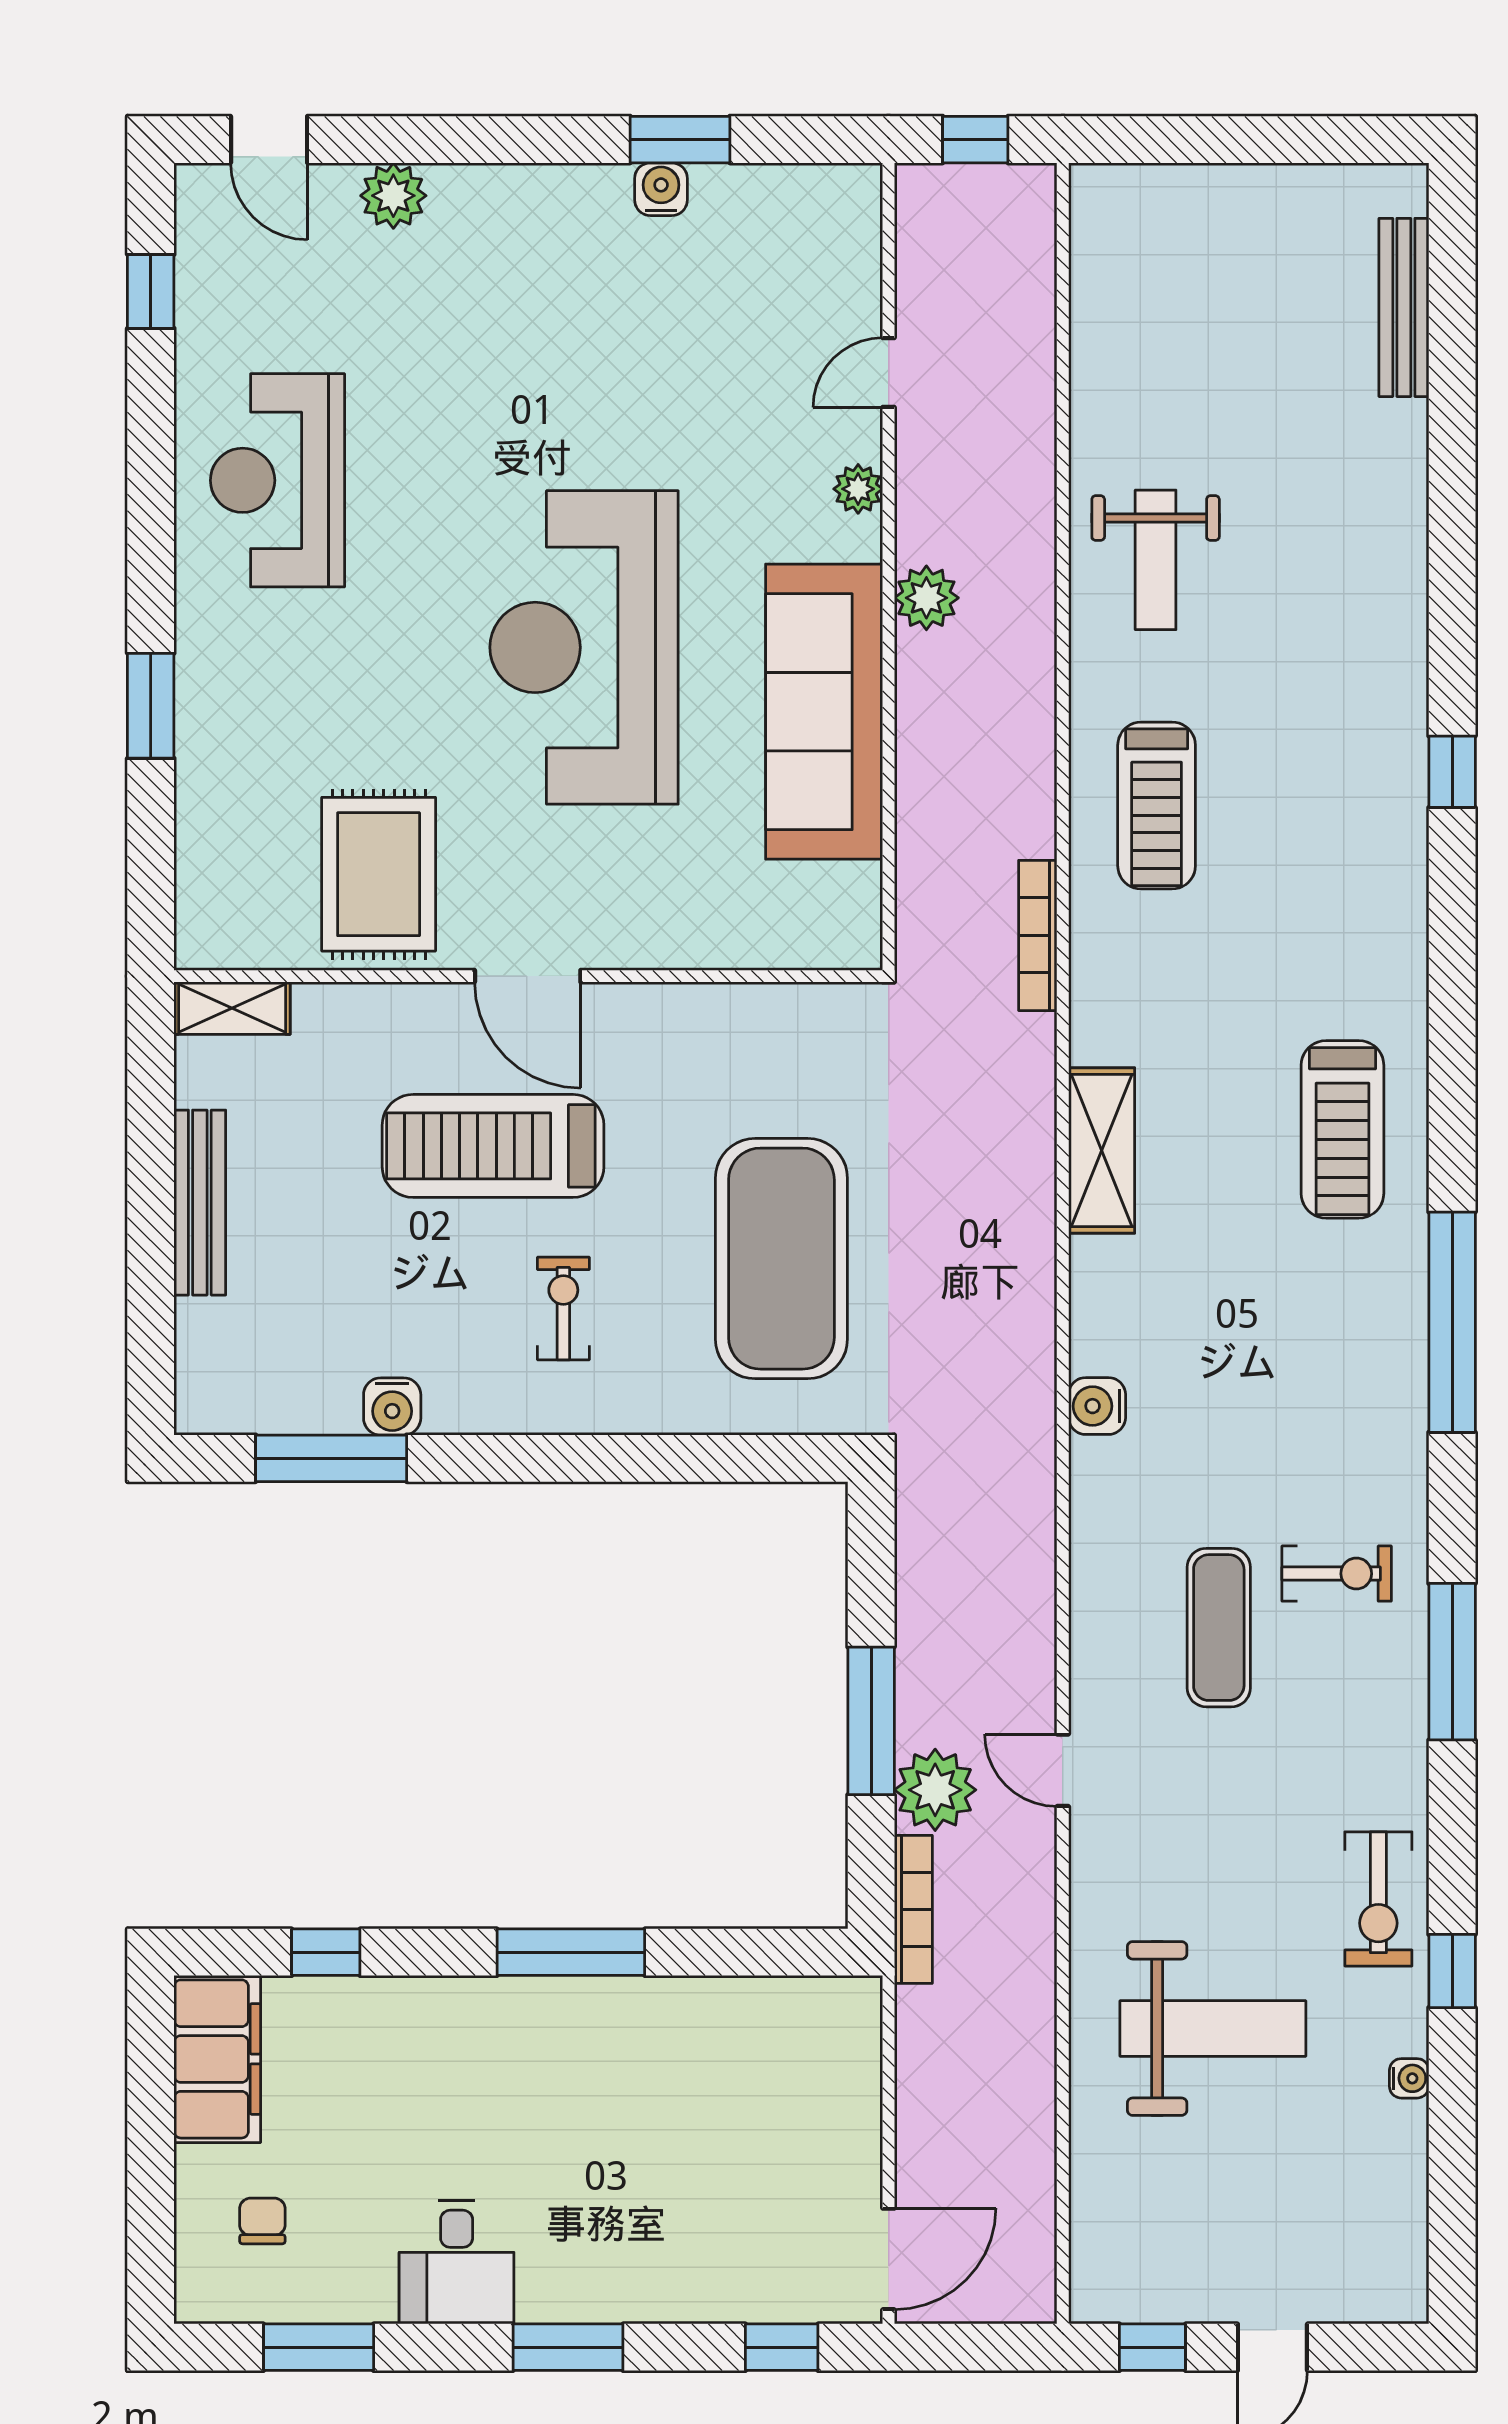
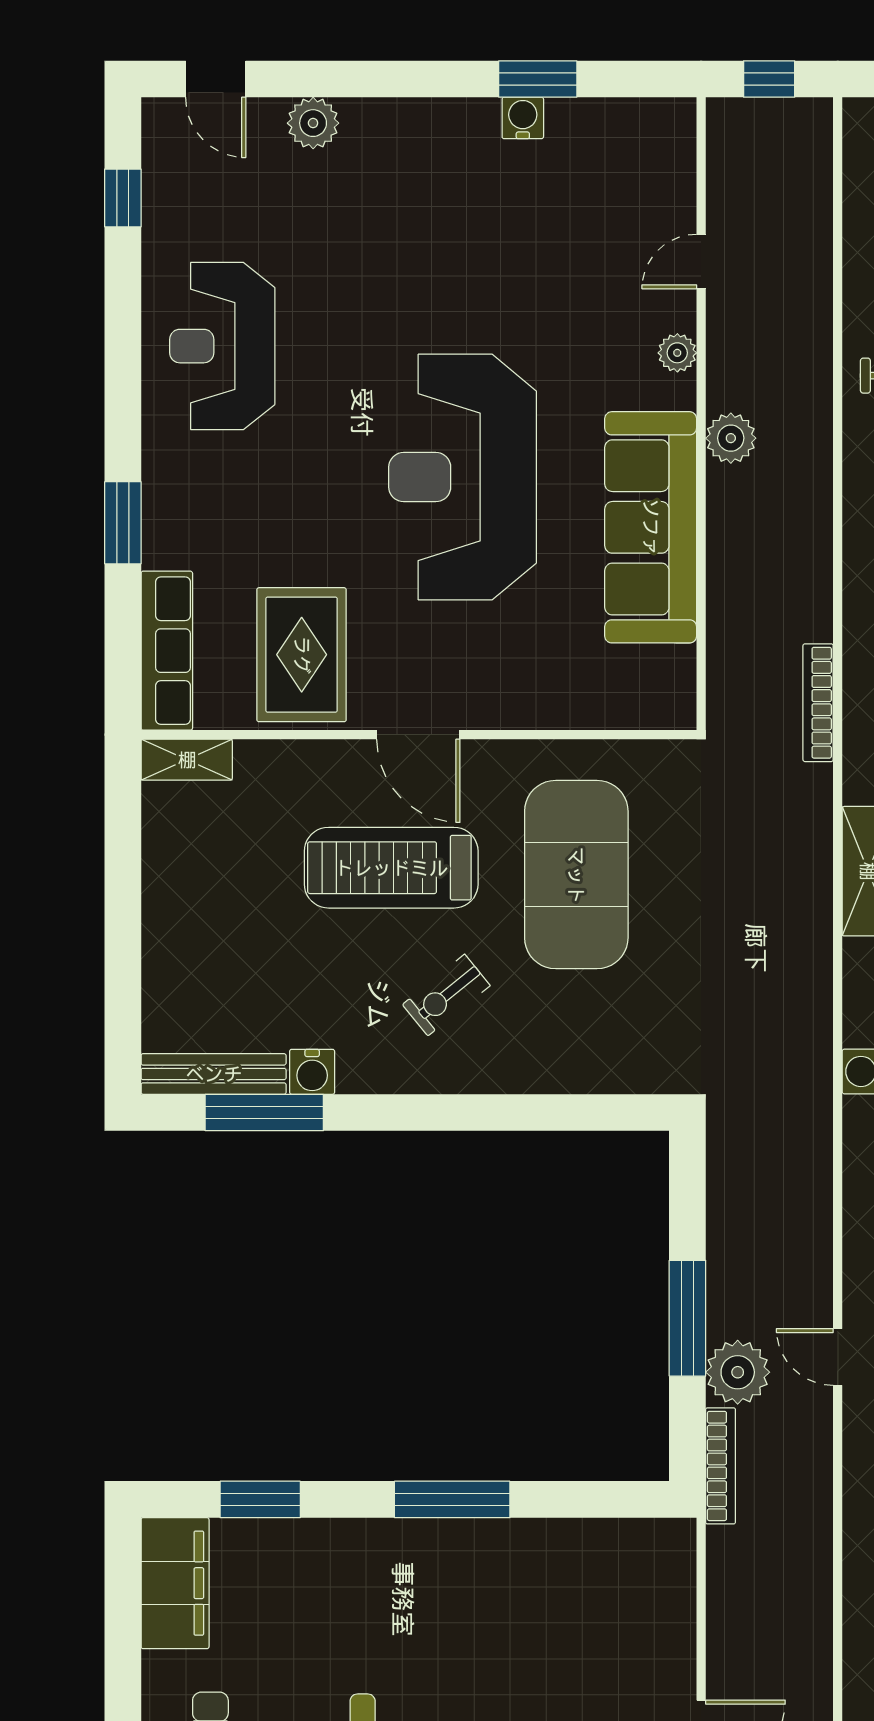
row of seats: (207, 869) -> (167, 651), added
bench: (200, 1203) -> (214, 1074), moved, turned 90
exercise mat: (781, 1259) -> (576, 875), moved
exercise bike: (563, 1309) -> (446, 995), turned -129
window: (326, 1952) -> (260, 1499), width x1.50

